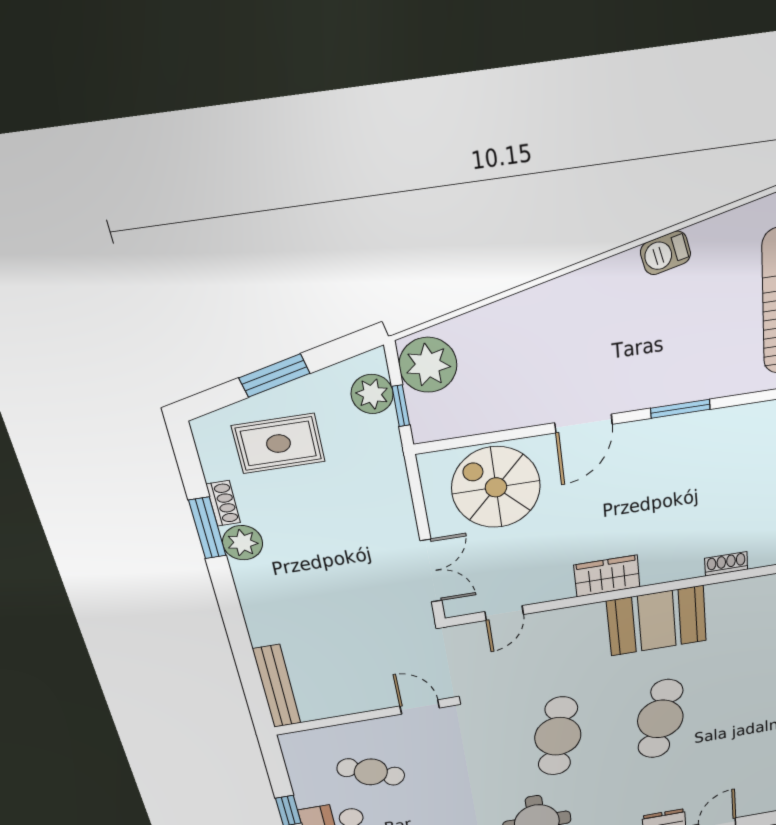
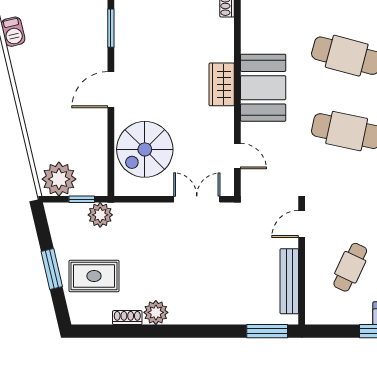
plant: (372, 394) -> (100, 215), moved
door: (584, 423) -> (111, 90), swing flipped
rug: (278, 444) -> (94, 276), turned 90
window: (207, 528) -> (267, 331), moved
booth: (657, 621) -> (263, 88), moved
bench: (277, 686) -> (289, 281), moved, turned 90

